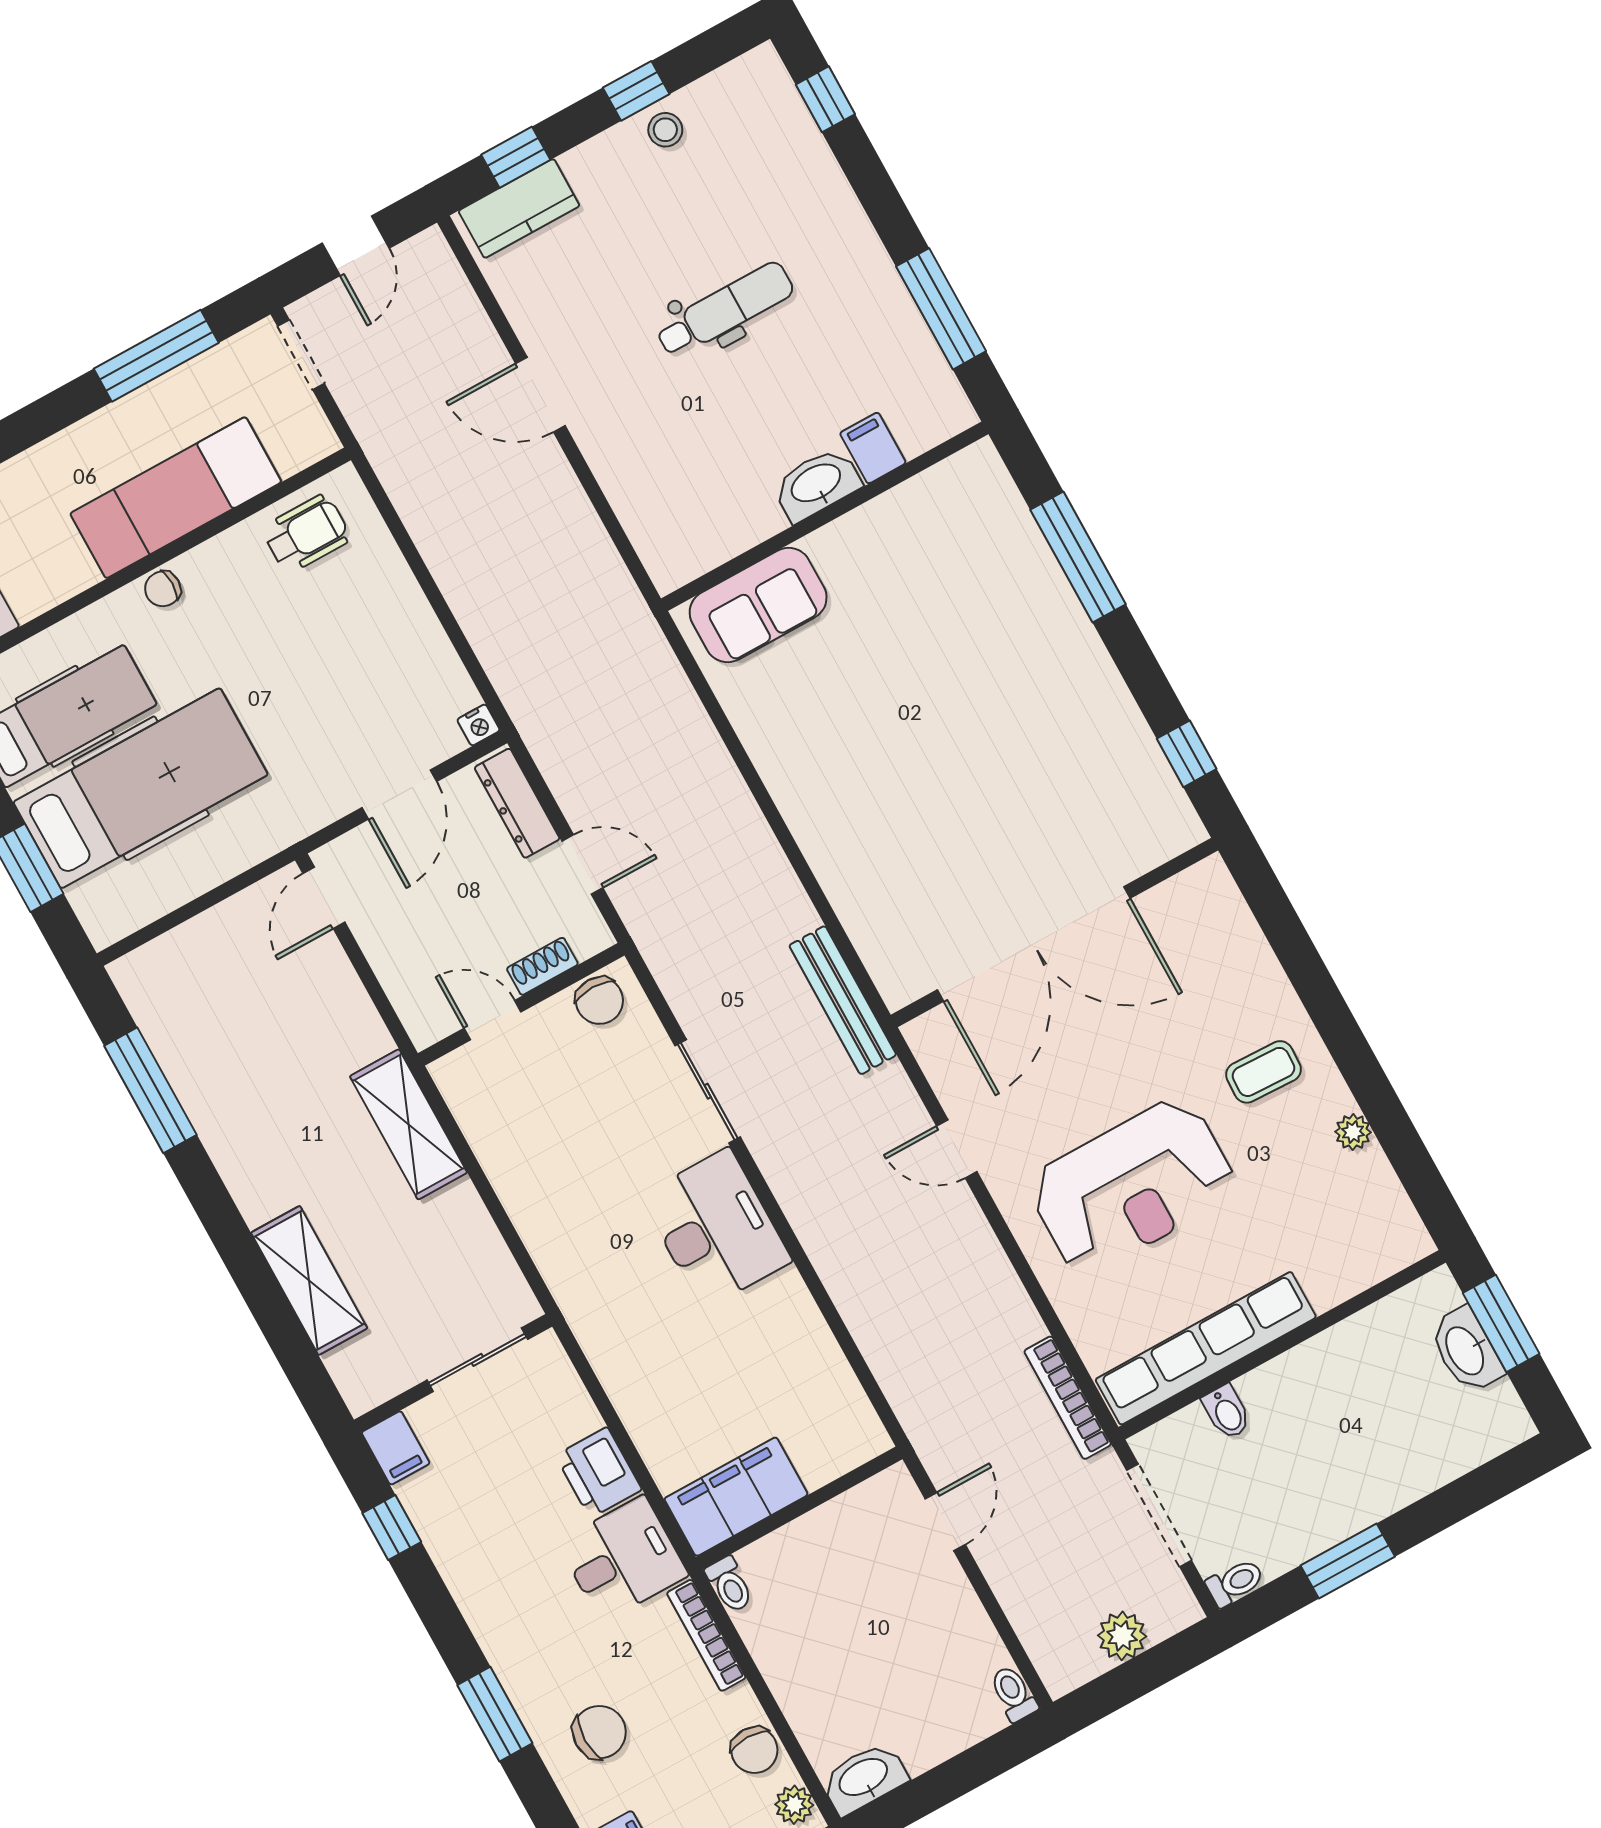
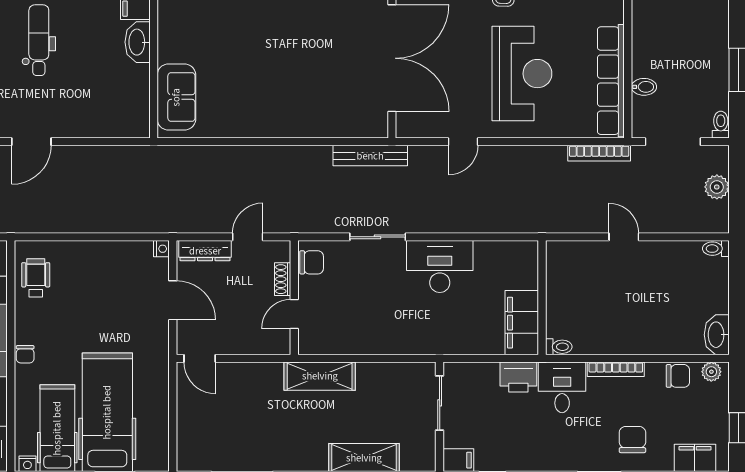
filing cabinet: (736, 1497) -> (522, 323), moved
wall: (799, 1508) -> (542, 298), moved
toilet: (730, 1585) -> (559, 347), moved

